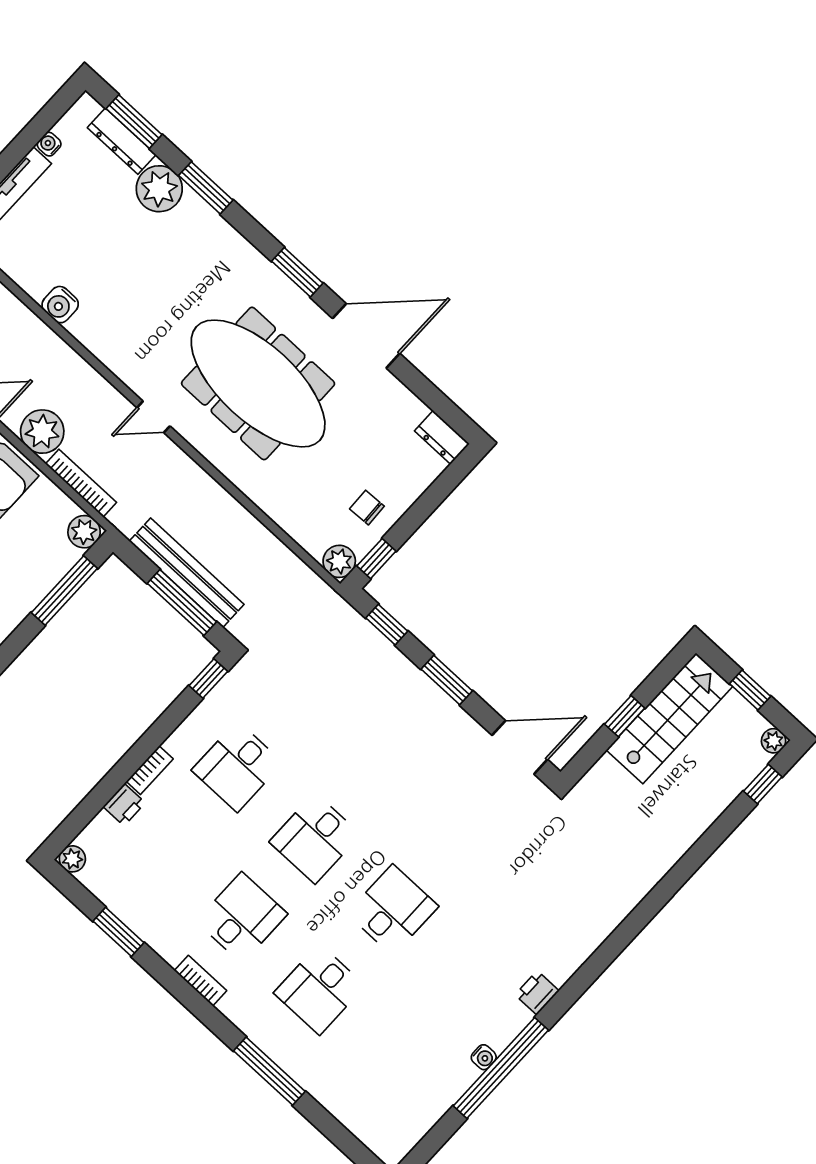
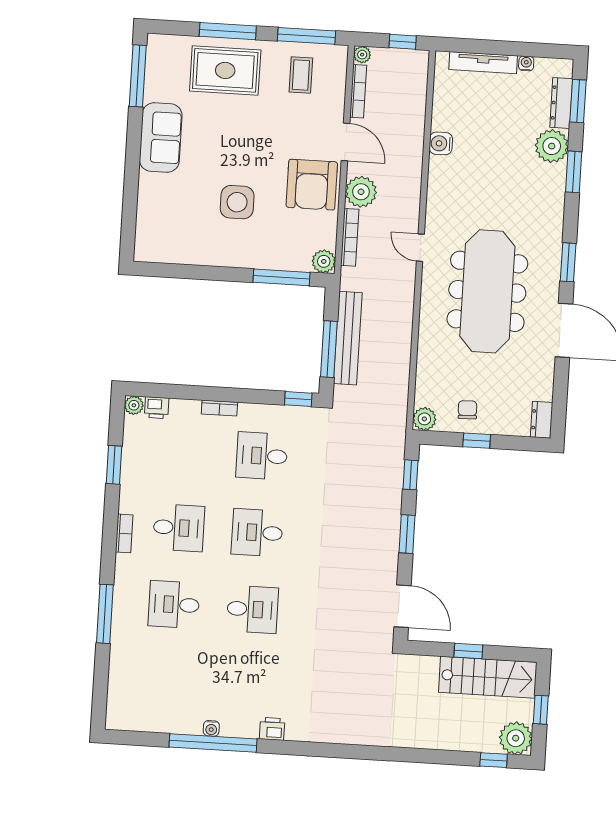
window: (376, 559) -> (477, 441), moved
plant: (774, 741) -> (516, 738), width x1.88, depth x1.88
printer: (124, 805) -> (157, 408), moved

